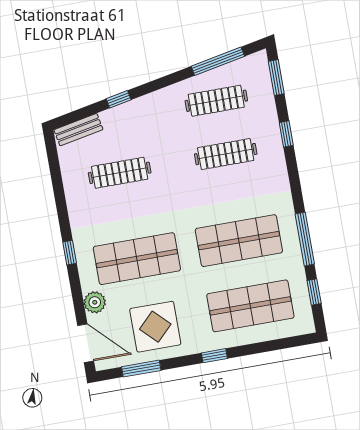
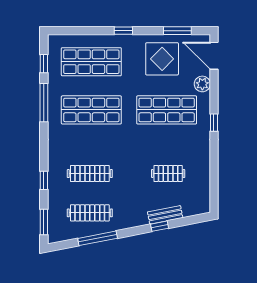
window: (218, 61) -> (98, 238), moved
bench: (78, 130) -> (165, 215), moved
clothes rail: (120, 173) -> (168, 174), width x0.73

